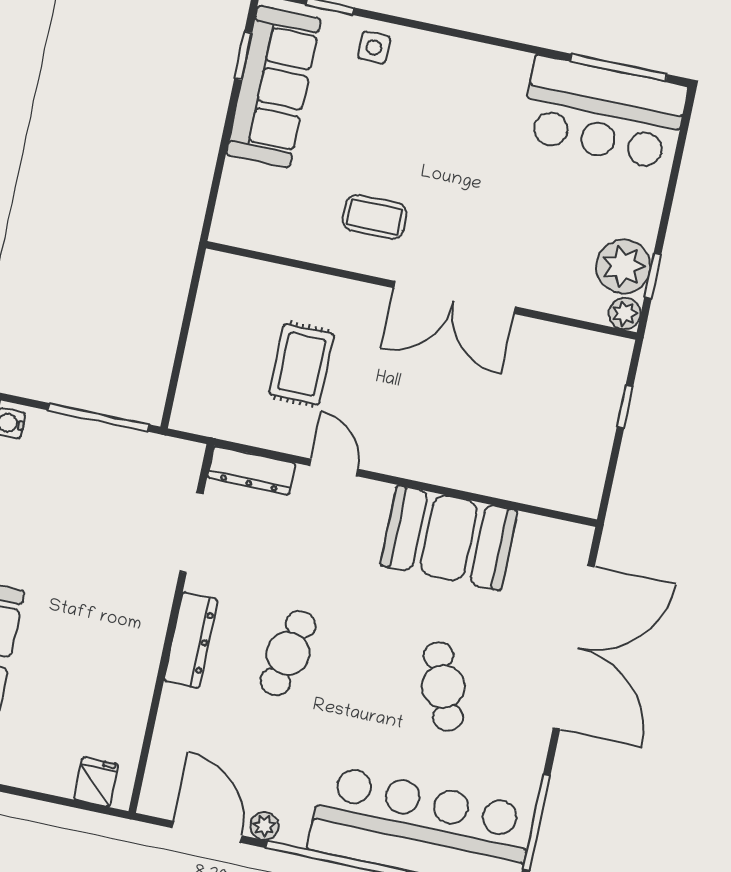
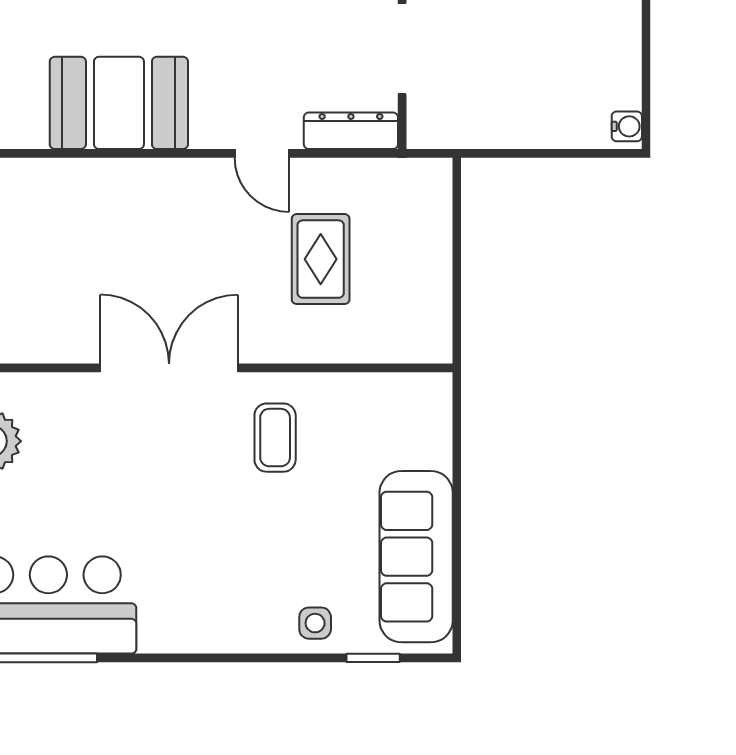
window: (243, 56) -> (457, 584), removed
coffee table: (375, 217) -> (275, 438), turned 90
window: (99, 417) -> (531, 153), removed

